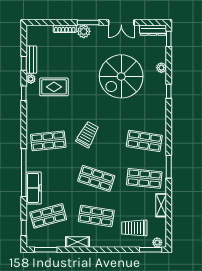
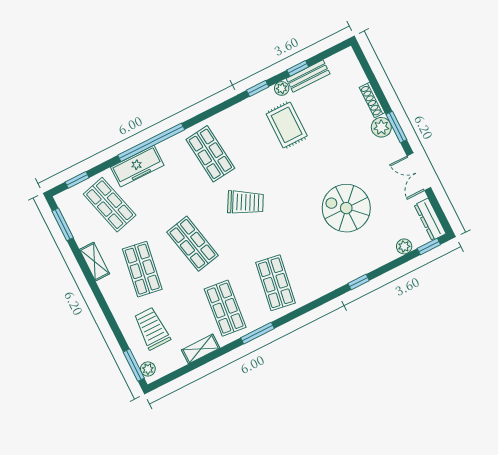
plant: (161, 68) -> (404, 246), moved
spiral stairs: (121, 76) -> (346, 208), width x0.73, depth x0.73
shop shelf: (96, 178) -> (193, 244), turned -30

